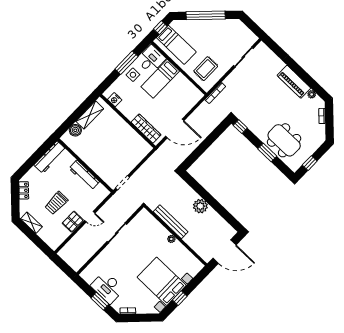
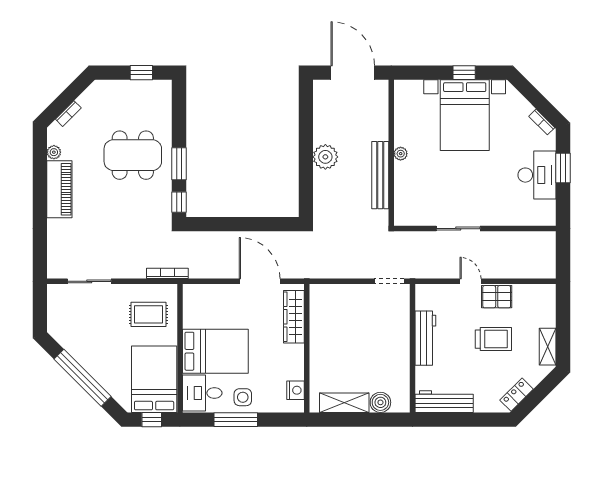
bed: (176, 45) -> (154, 379), width x1.50
bed: (160, 79) -> (215, 351), width x1.50
dining table: (284, 140) -> (133, 155), moved, turned 90
window: (267, 152) -> (179, 164), moved

